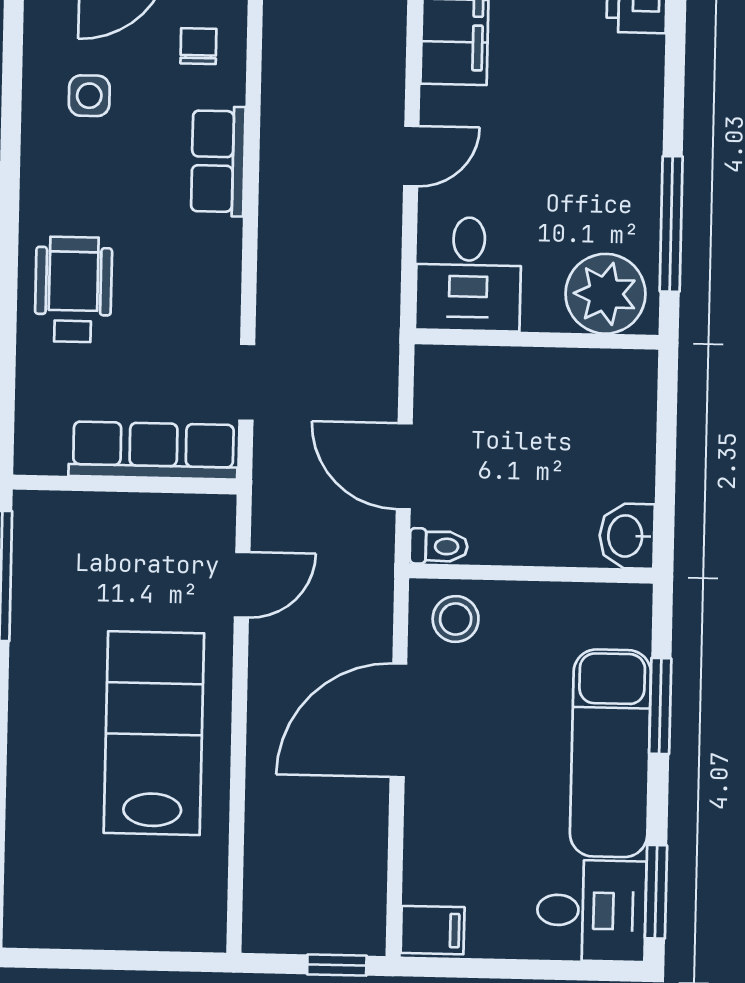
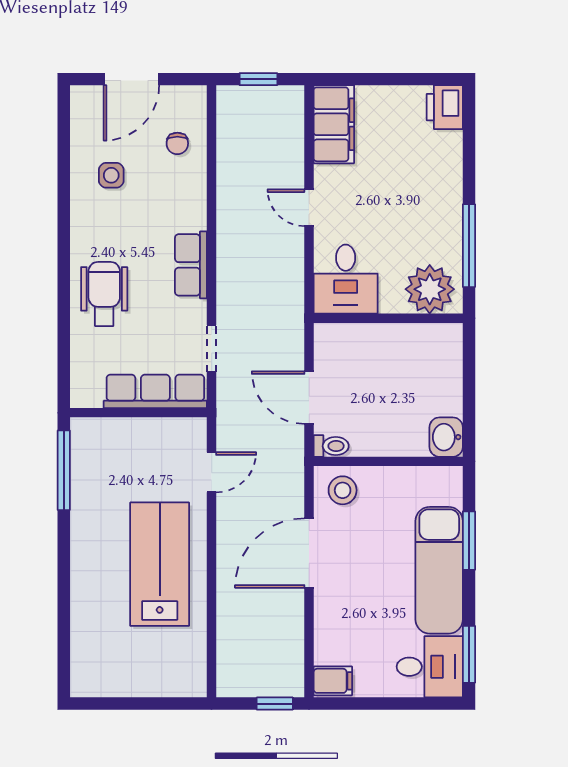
chair: (198, 46) -> (177, 143), turned 180
door: (411, 156) -> (309, 208), swing flipped
row of seats: (218, 161) -> (191, 265), moved

